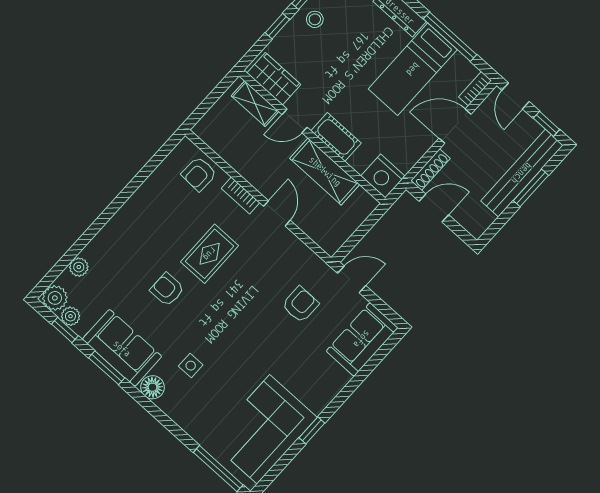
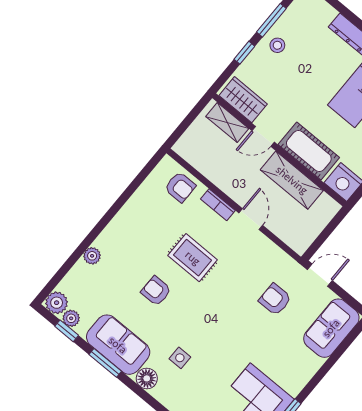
cot: (336, 137) -> (309, 151), width x1.37, depth x1.34
armchair: (199, 174) -> (180, 187), turned -92
rug: (210, 254) -> (193, 258), turned 90
plant: (79, 267) -> (92, 256), moved
armchair: (300, 305) -> (275, 299), turned -90

